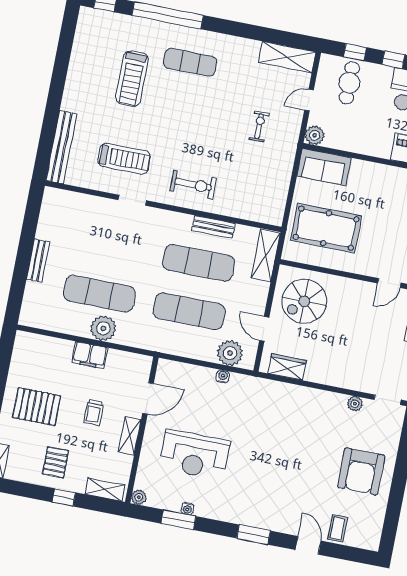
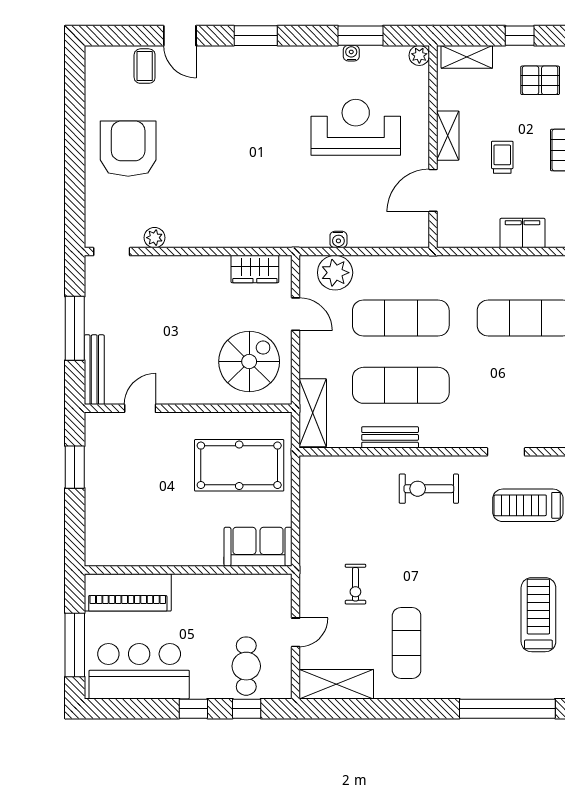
exercise mat: (190, 62) -> (407, 643), moved, turned 90
plant: (315, 135) -> (279, 587), removed
plant: (103, 328) -> (511, 273), removed
pallet: (55, 462) -> (540, 80), turned 90

